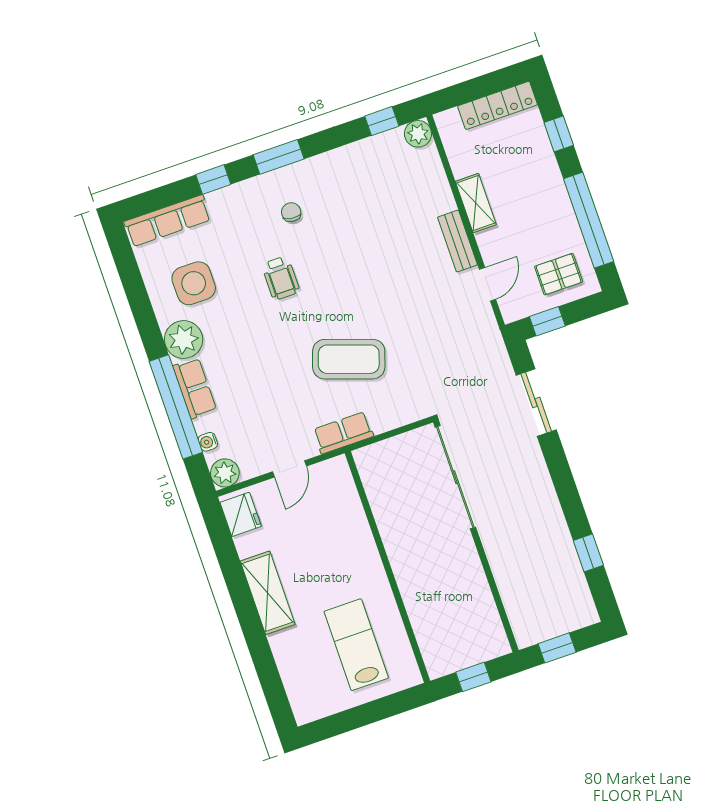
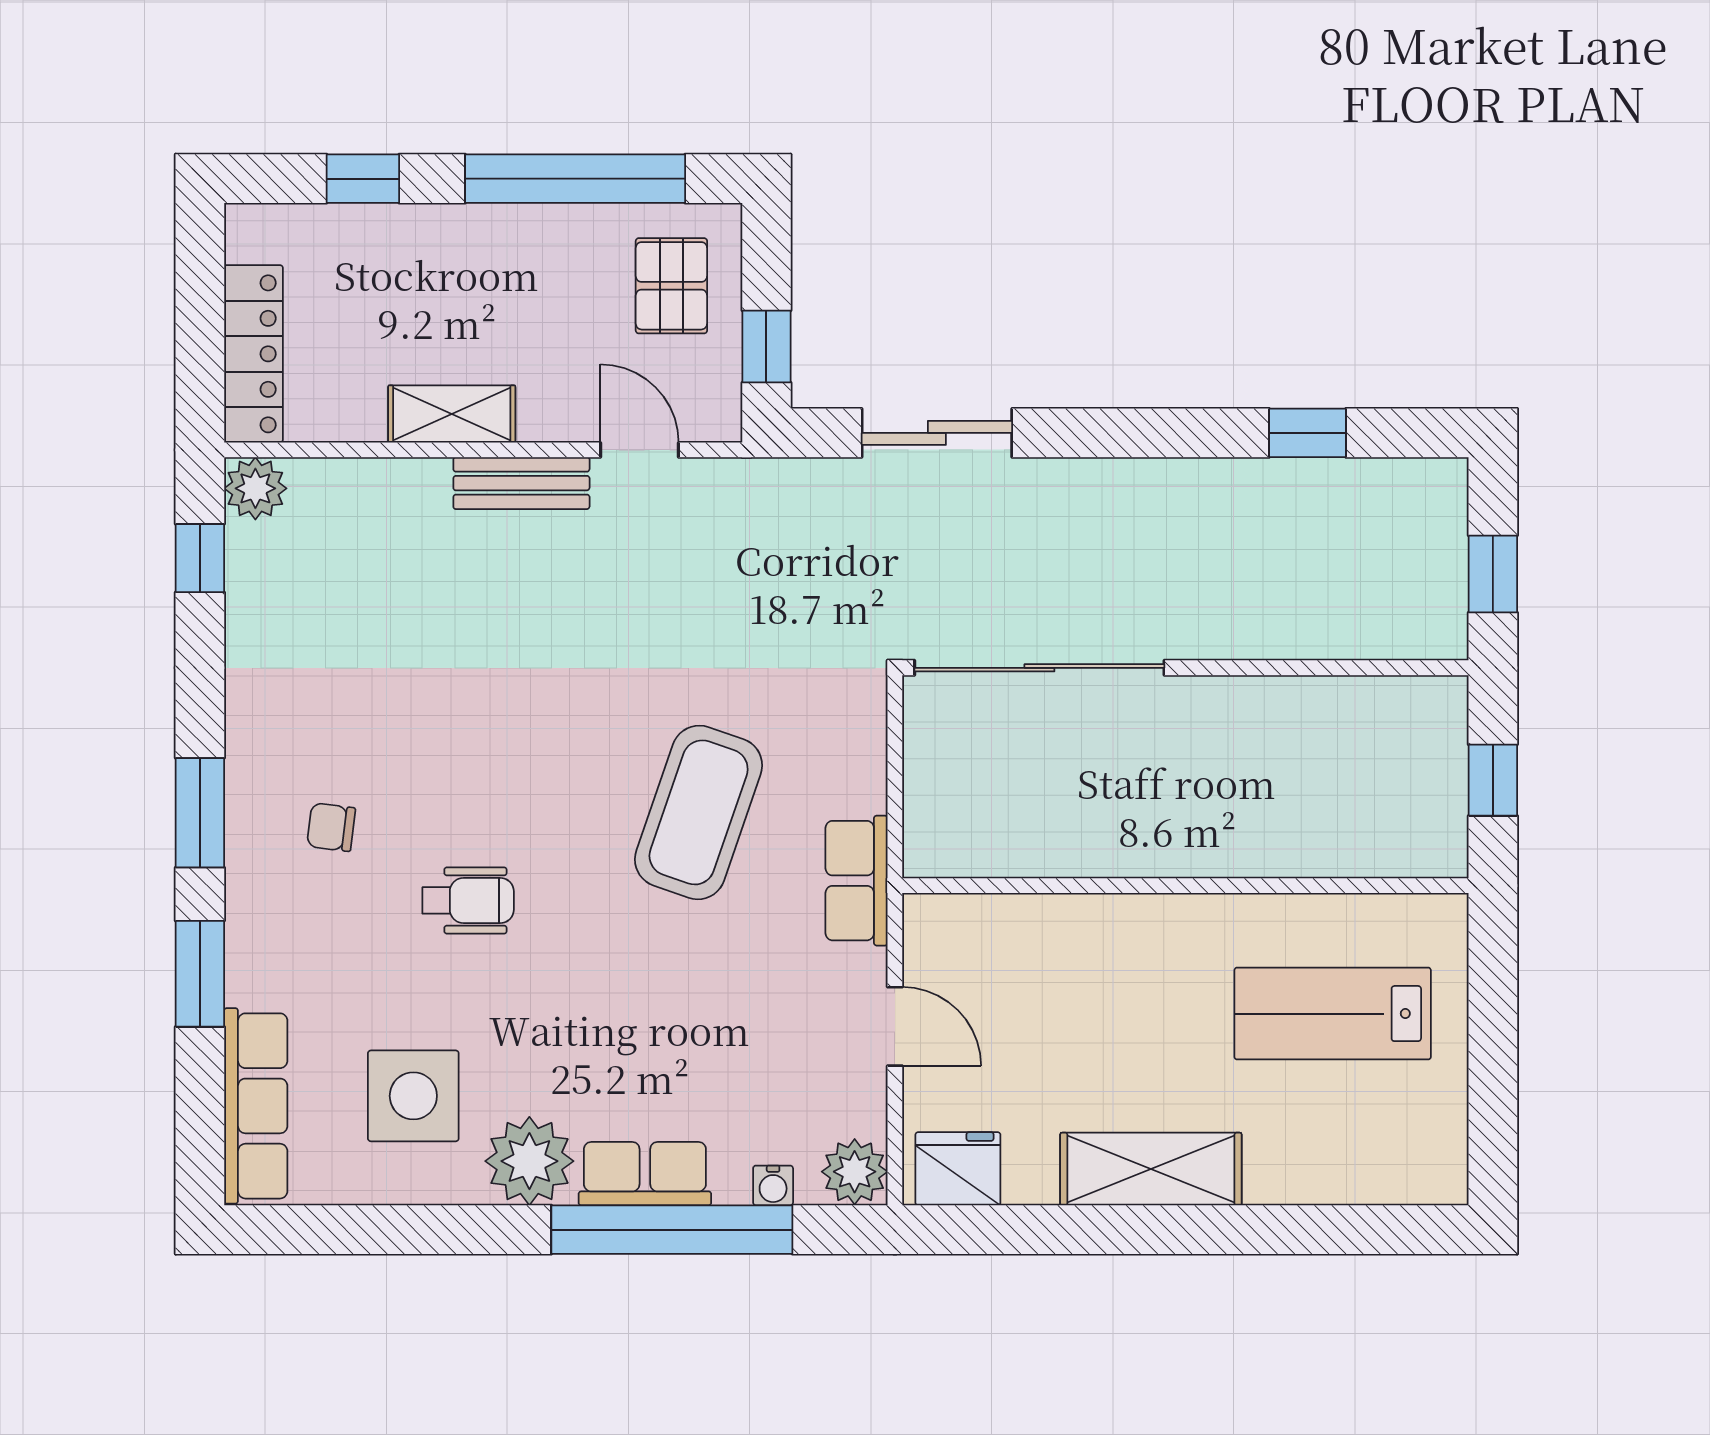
locker: (498, 105) -> (253, 354), moved
window: (213, 179) -> (200, 974), width x1.50

